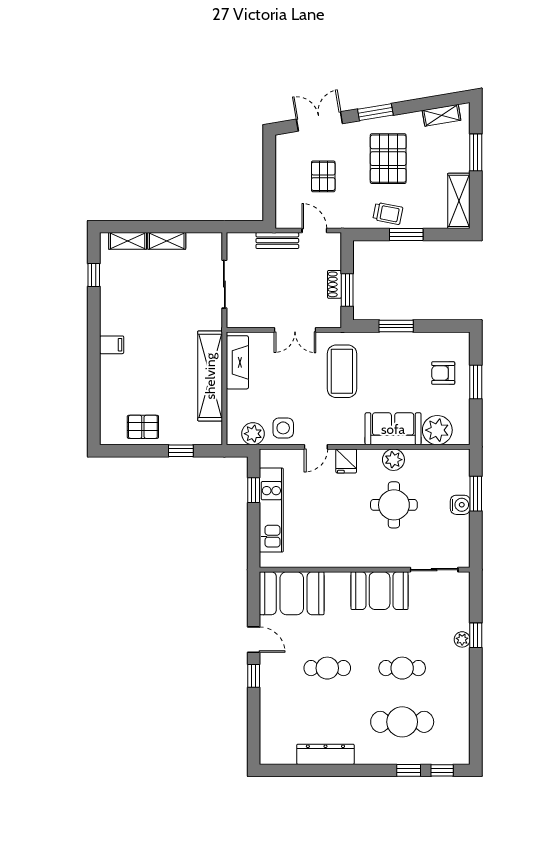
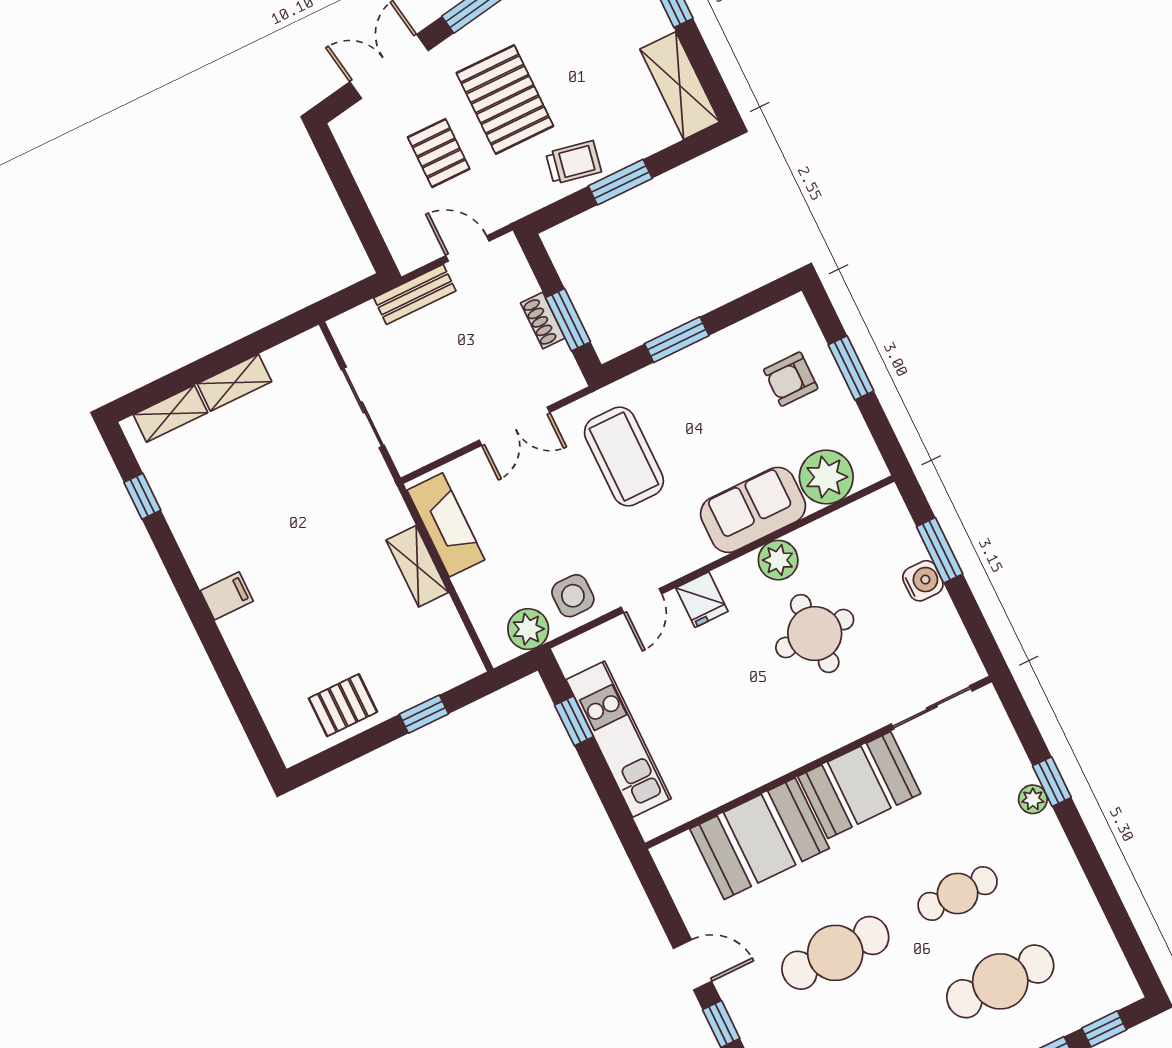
pallet: (388, 159) -> (505, 100), moved
shelving: (210, 376) -> (417, 566), width x0.45, depth x0.75
booth: (292, 593) -> (760, 839), moved
cafe table: (327, 668) -> (835, 953), width x1.37, depth x1.35

